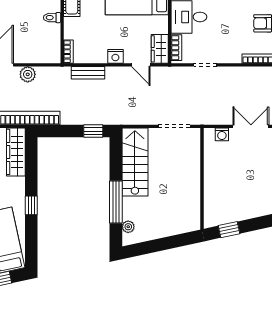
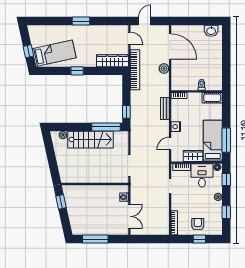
wardrobe: (160, 49) -> (193, 156), moved
stairs: (135, 162) -> (90, 140), moved
window: (116, 202) -> (106, 127), moved

